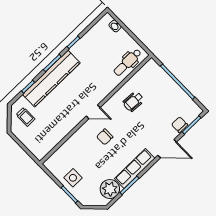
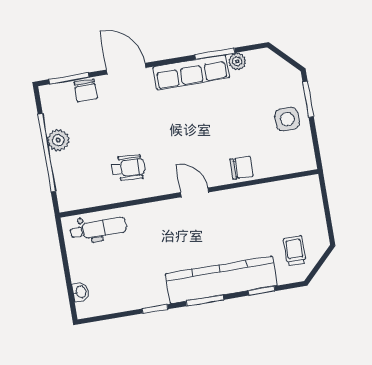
plant: (176, 92) -> (58, 140), added
chair: (105, 137) -> (242, 168), moved
plant: (110, 189) -> (237, 61), width x0.53, depth x0.53

